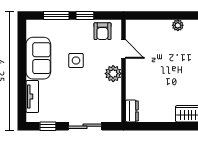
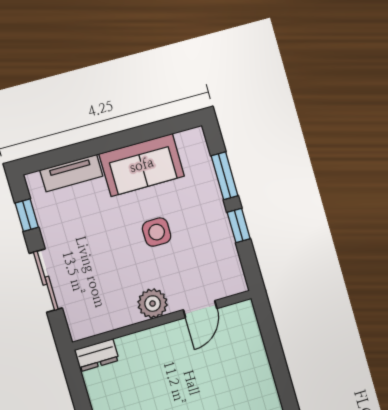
plant: (178, 25) -> (268, 391), removed
armchair: (102, 31) -> (221, 264), removed

